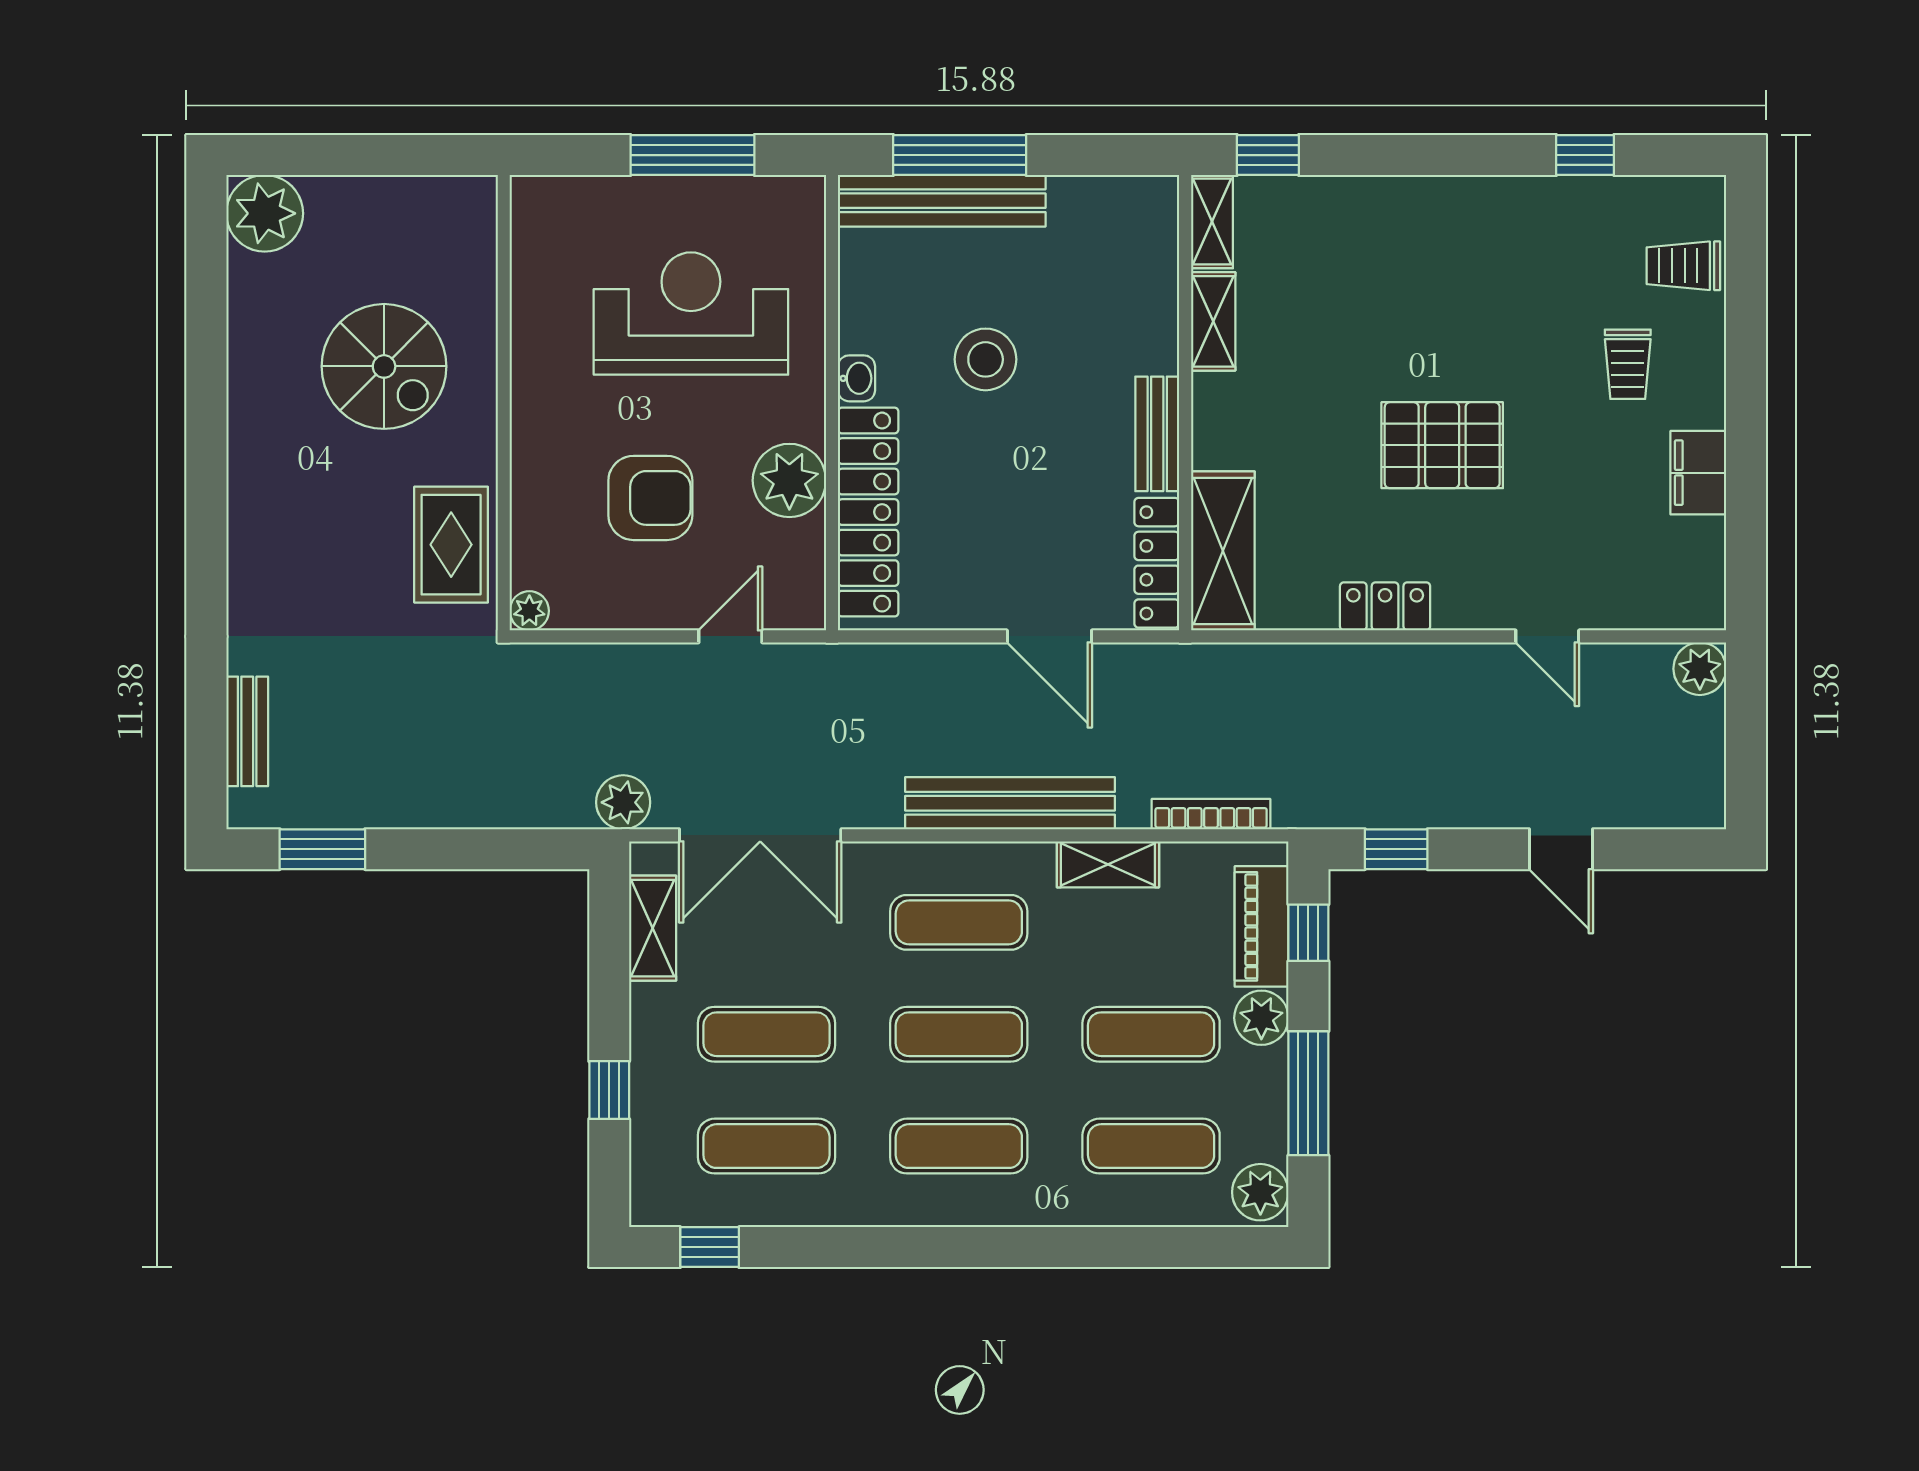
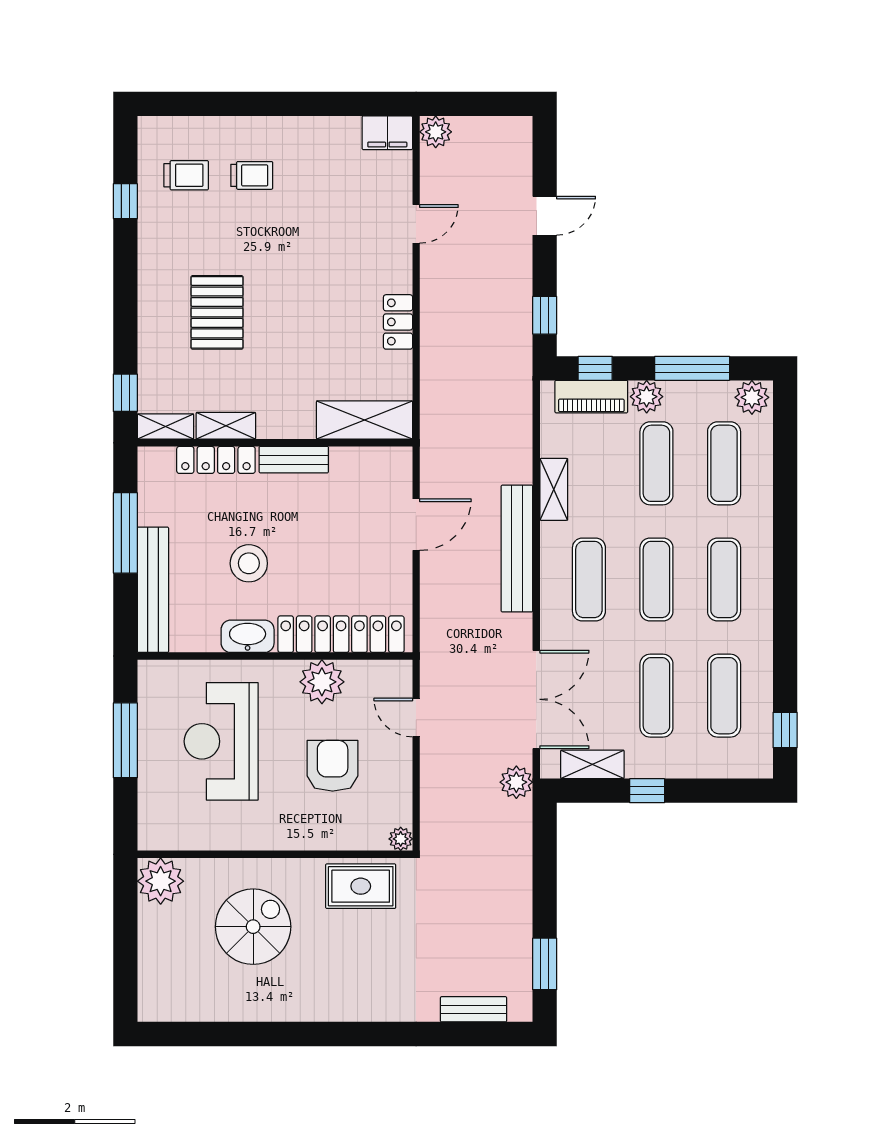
window: (960, 155) -> (125, 533), moved
plant: (265, 213) -> (161, 881), moved
trolley: (1683, 266) -> (186, 175), moved, turned -90
washbasin: (856, 378) -> (248, 636), width x1.91, depth x1.45
pallet: (1442, 445) -> (217, 312), moved
filing cabinet: (1698, 473) -> (387, 133), moved
locker: (1157, 563) -> (216, 460), moved
bookcase: (1211, 814) -> (524, 427), removed
window: (609, 1090) -> (647, 791), moved

